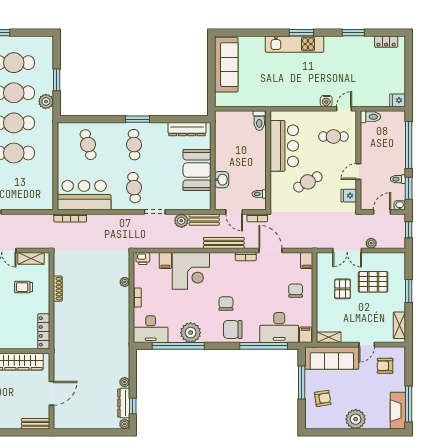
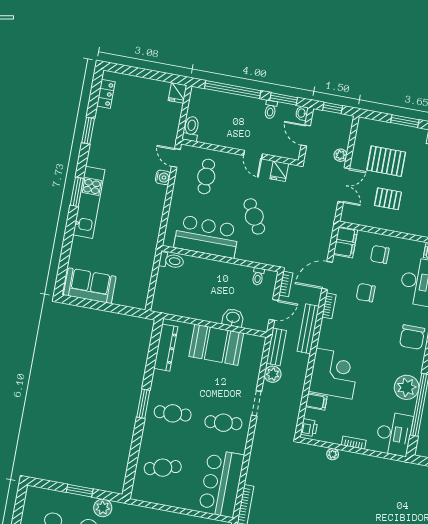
sofa: (226, 65) -> (90, 286), width x0.73
filing cabinet: (307, 261) -> (345, 242), width x2.00
pallet: (373, 282) -> (386, 161), turned 90
chair: (226, 304) -> (366, 293), moved

